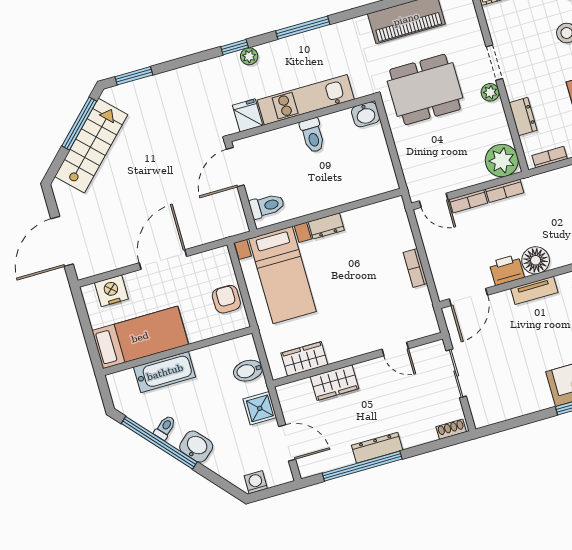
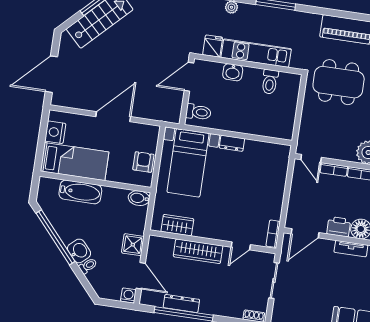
washbasin: (366, 114) -> (233, 72), moved
toilet: (313, 135) -> (270, 82), moved
bookcase: (415, 268) -> (273, 234), moved
nightstand: (111, 291) -> (55, 132), moved, turned -90
door: (395, 349) -> (241, 246), hinge flipped
bidet: (248, 371) -> (139, 198), moved
wardrobe: (335, 383) -> (198, 251), width x1.50
toilet: (165, 428) -> (88, 266), moved
dresser: (377, 448) -> (181, 303), moved
washing machine: (256, 482) -> (128, 296), moved

